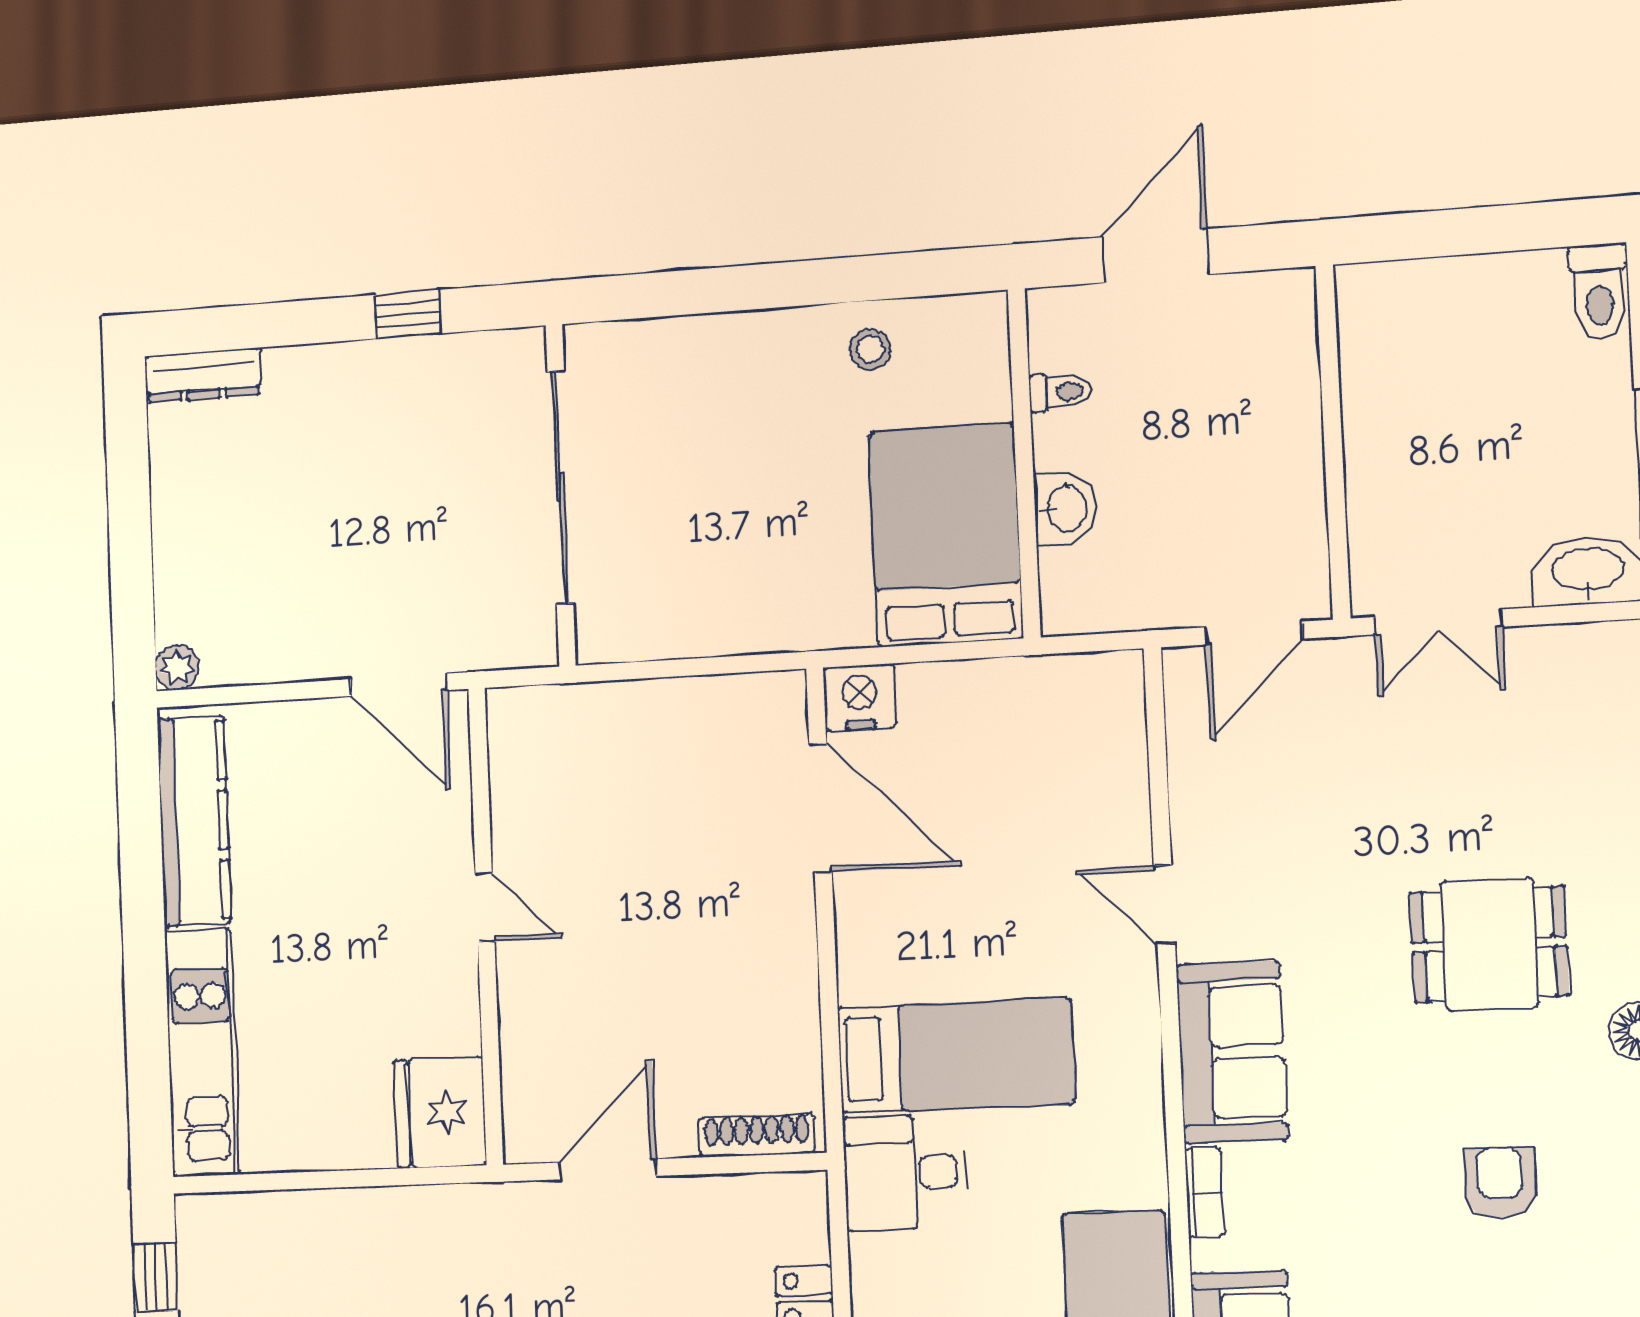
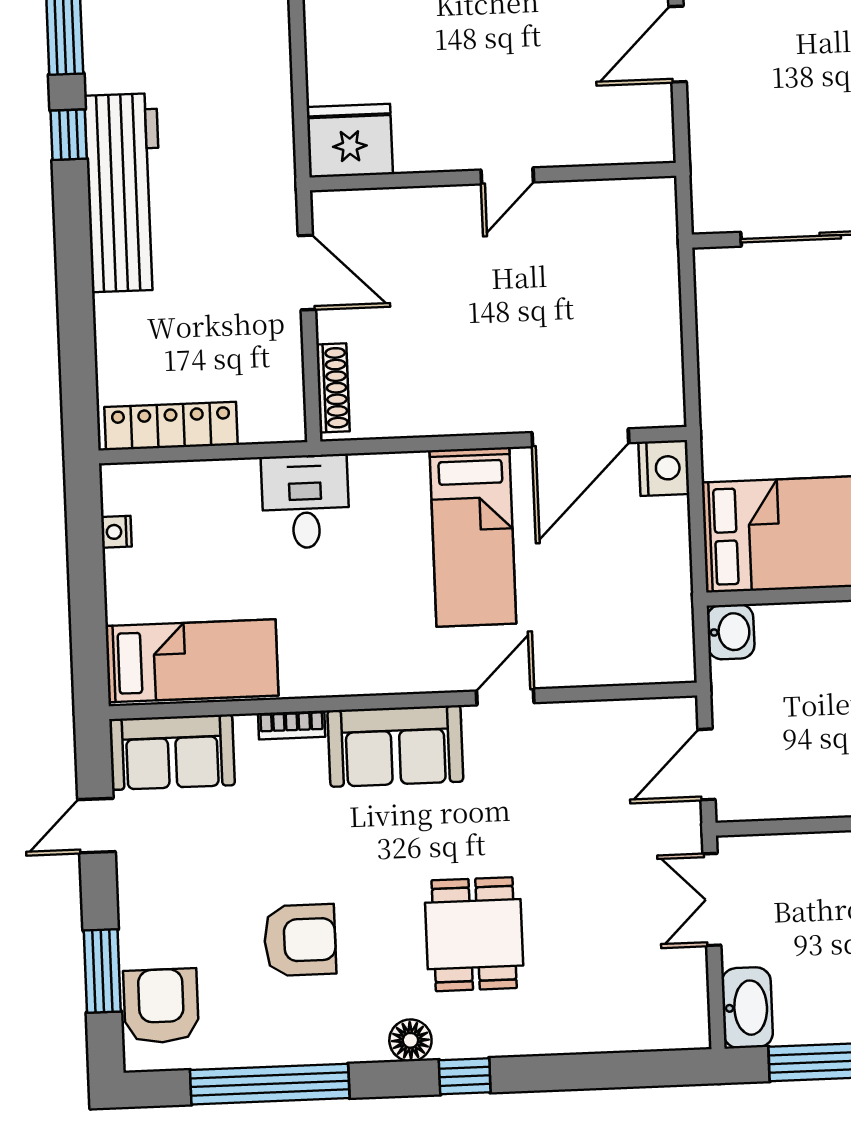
washbasin: (1065, 508) -> (731, 632), moved, turned -90
door: (1254, 633) -> (707, 764), hinge flipped
door: (399, 685) -> (678, 44), moved
bed: (956, 1056) -> (473, 537), moved
armchair: (1500, 1183) -> (300, 940), width x1.38, depth x1.38

